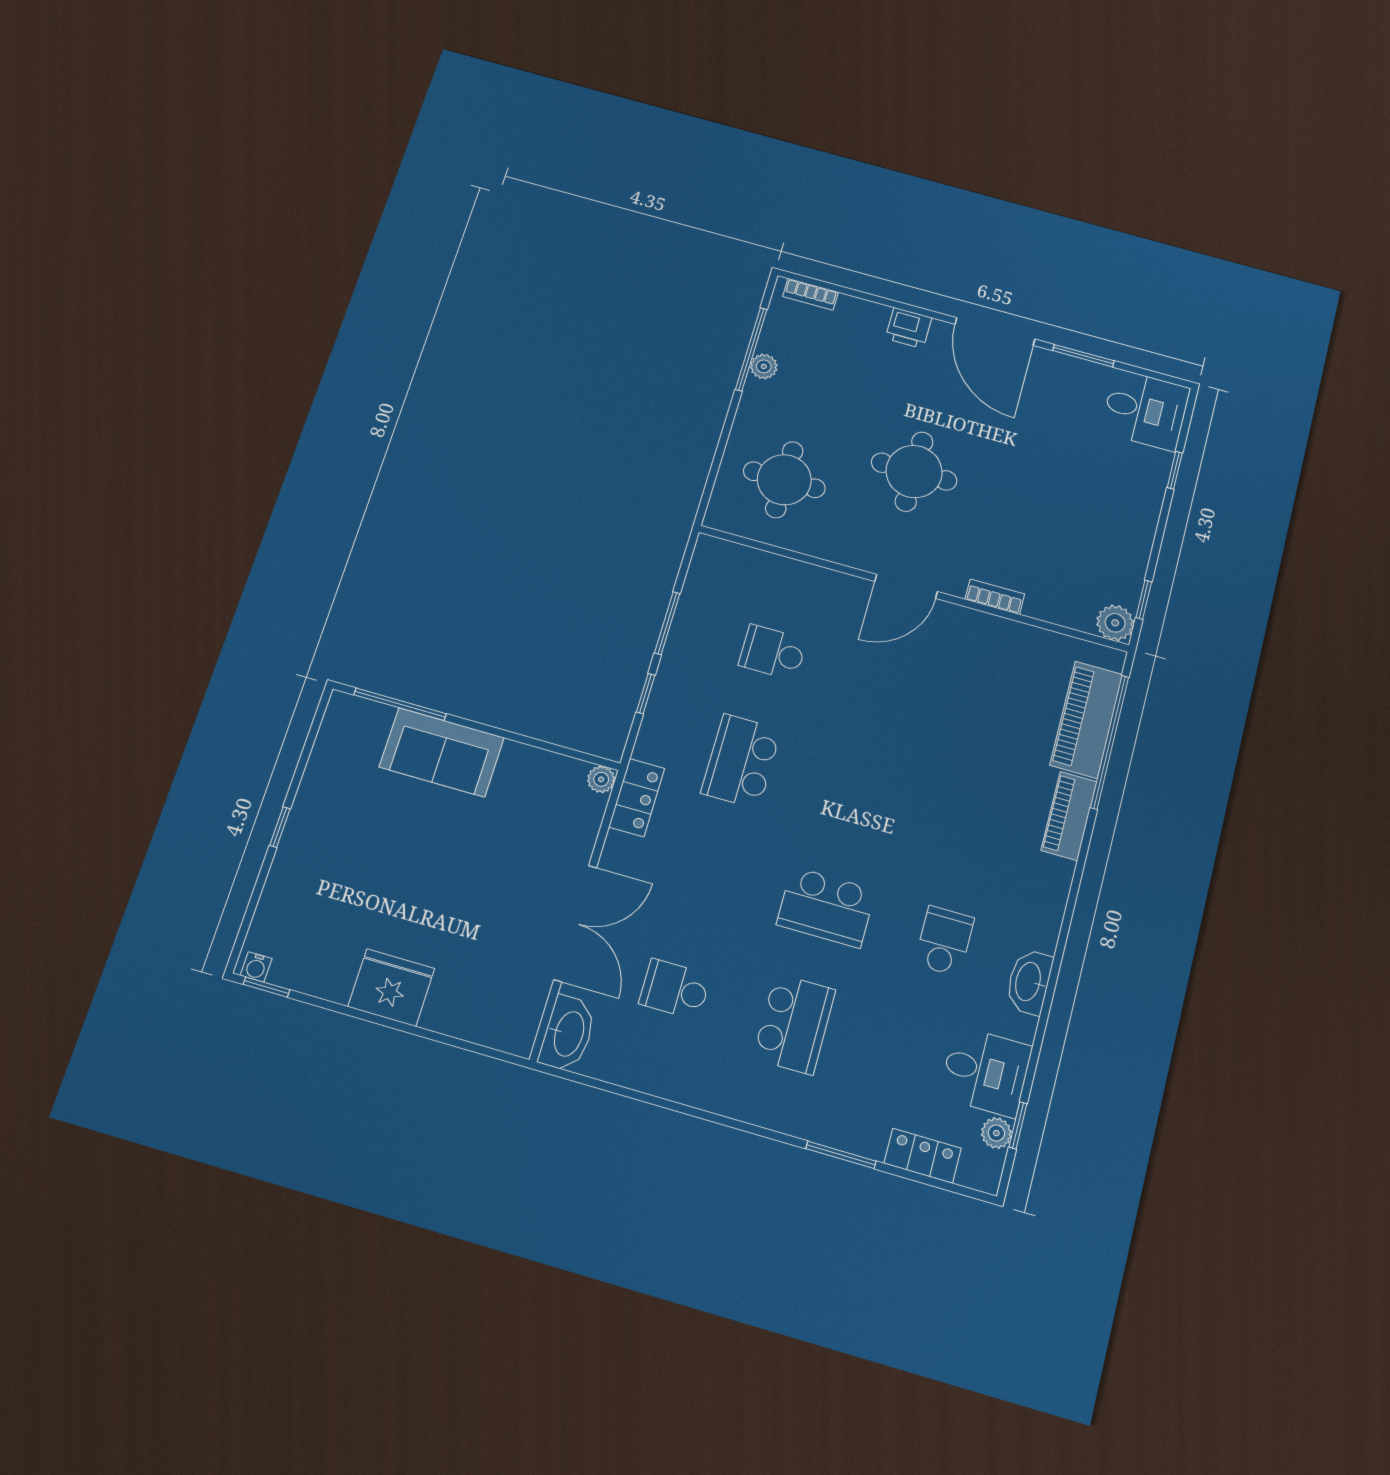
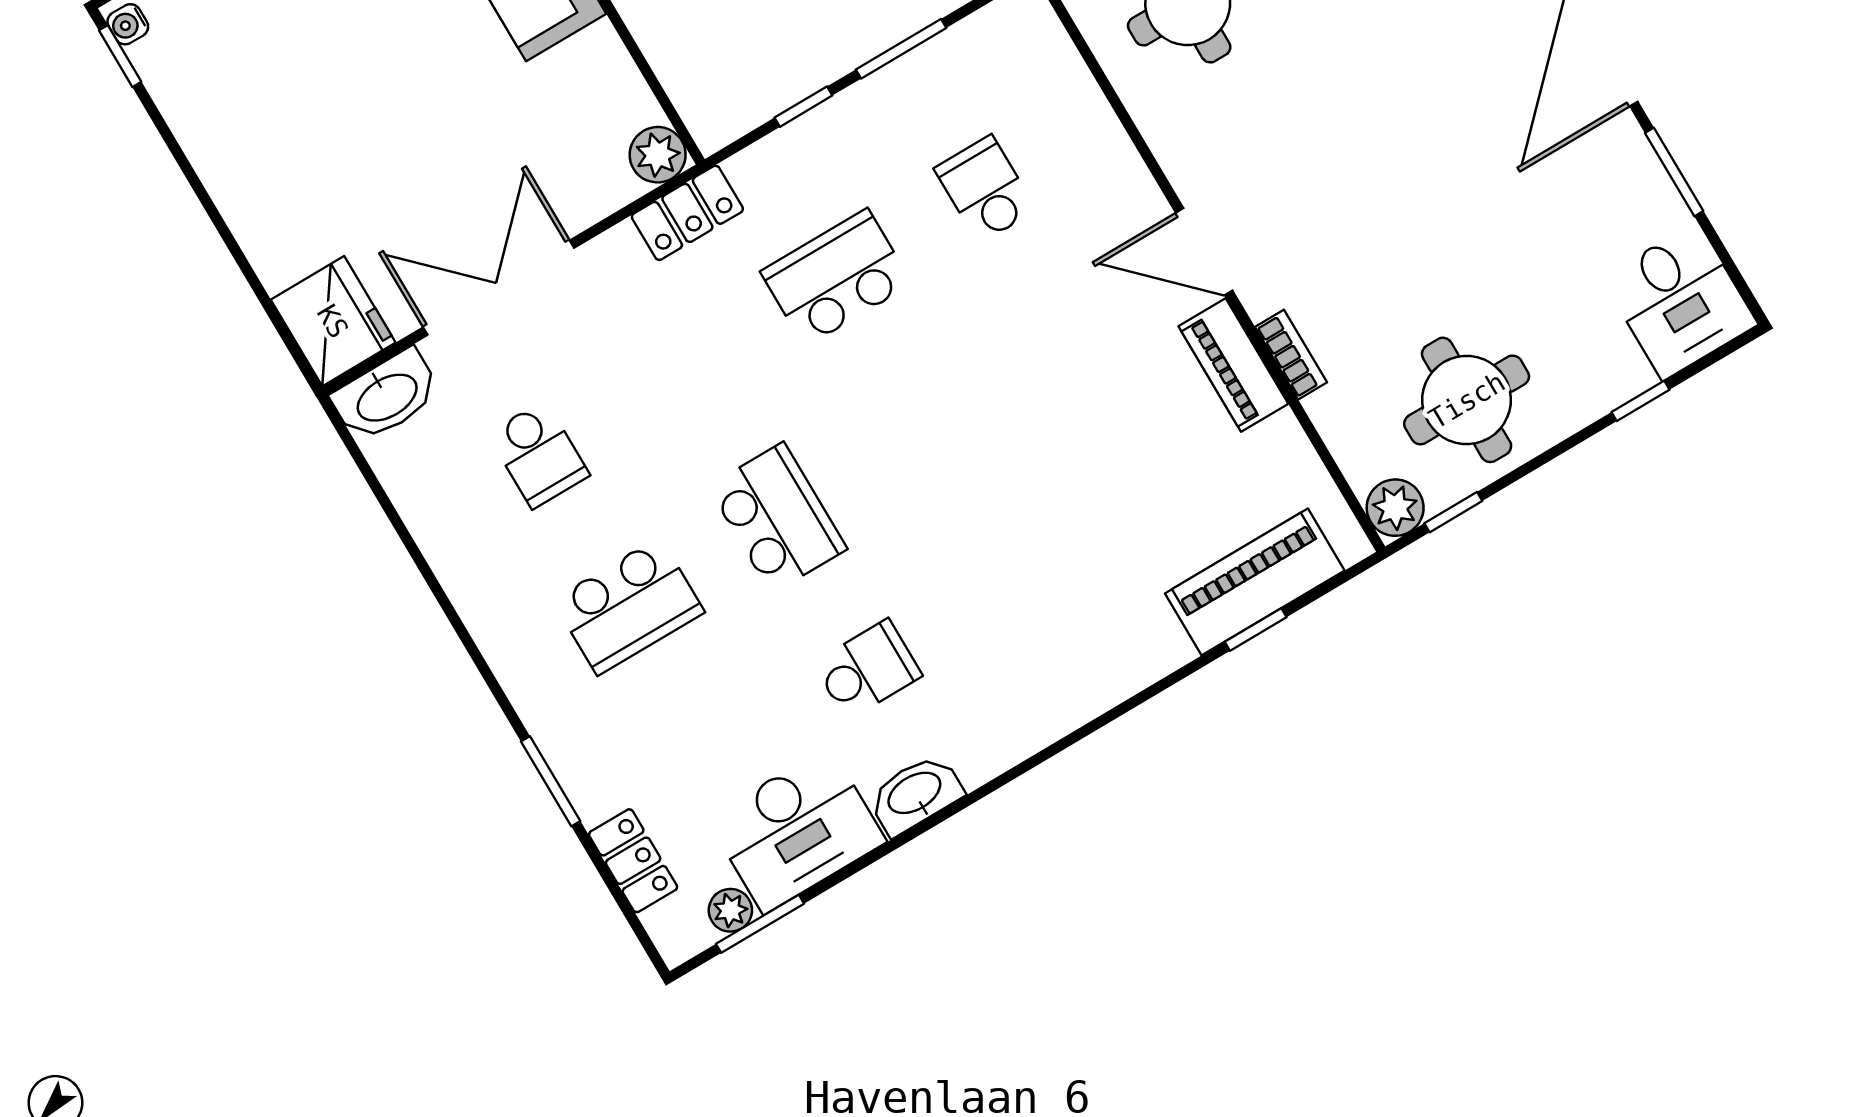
round table: (914, 472) -> (1467, 400), moved
window: (1110, 742) -> (1256, 630), width x0.32
plant: (601, 779) -> (658, 155), width x1.38, depth x1.38
piano: (1069, 816) -> (1233, 365), moved, turned -90
school desk: (826, 907) -> (777, 518), turned 180
double door: (575, 923) -> (499, 288), swing flipped
fridge: (391, 988) -> (333, 321), moved
school desk: (675, 989) -> (539, 454), turned 180
desk: (986, 1072) -> (797, 830), width x1.37
window: (1018, 1125) -> (760, 924), width x1.50

